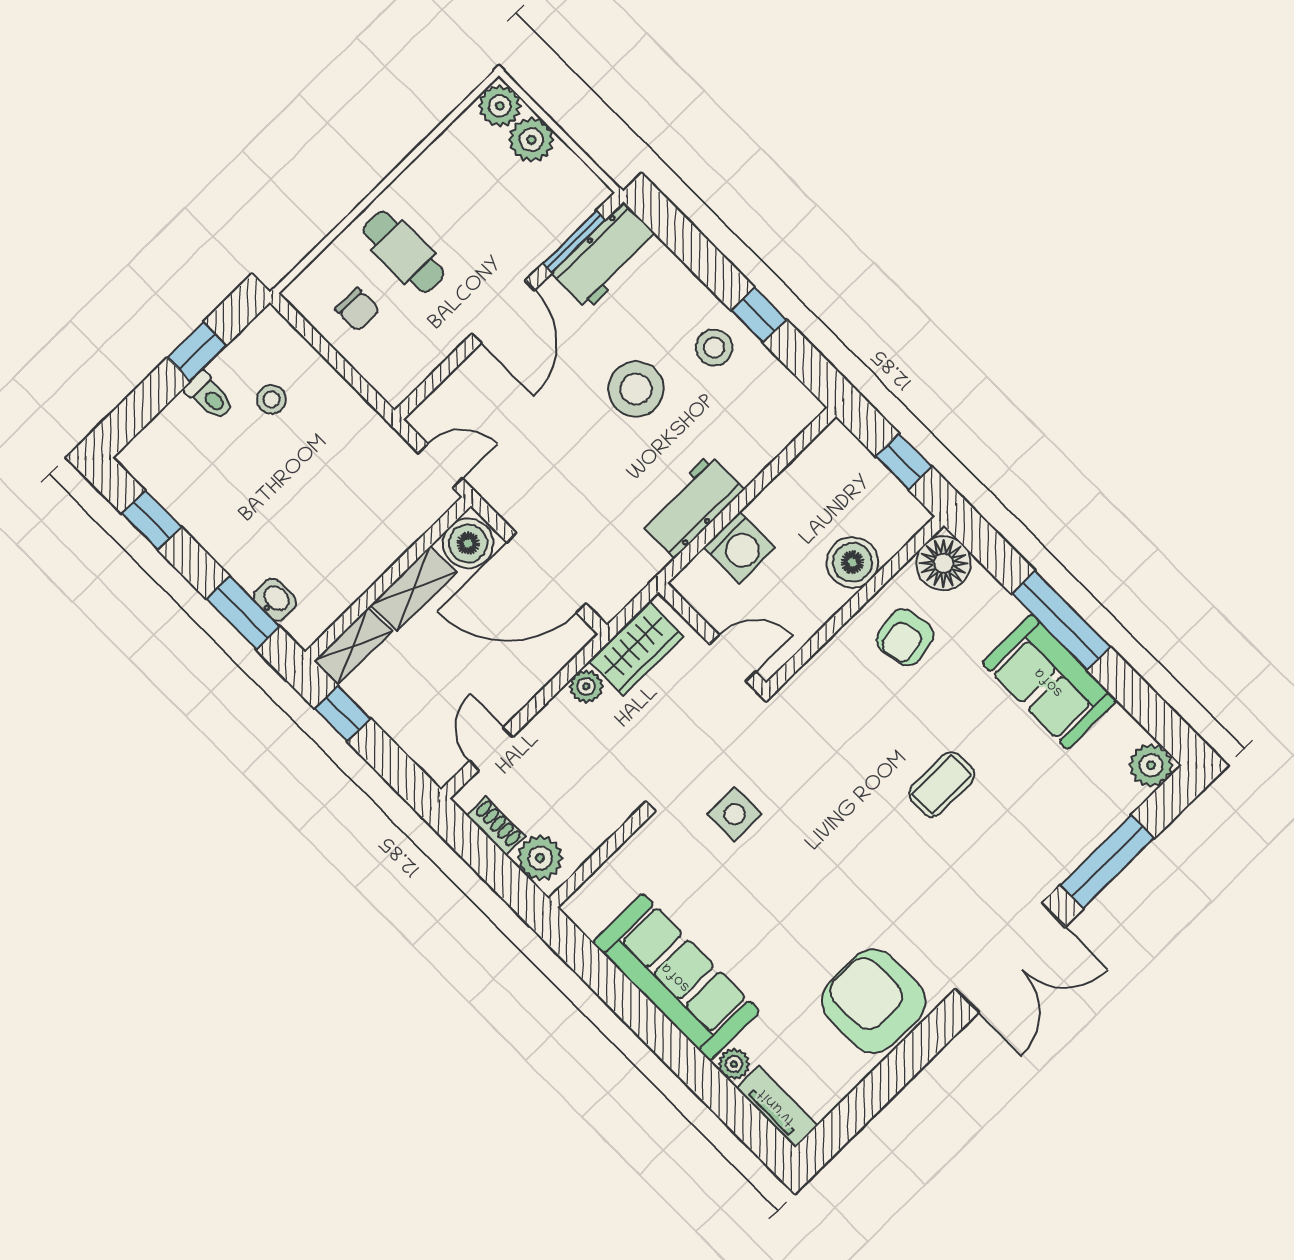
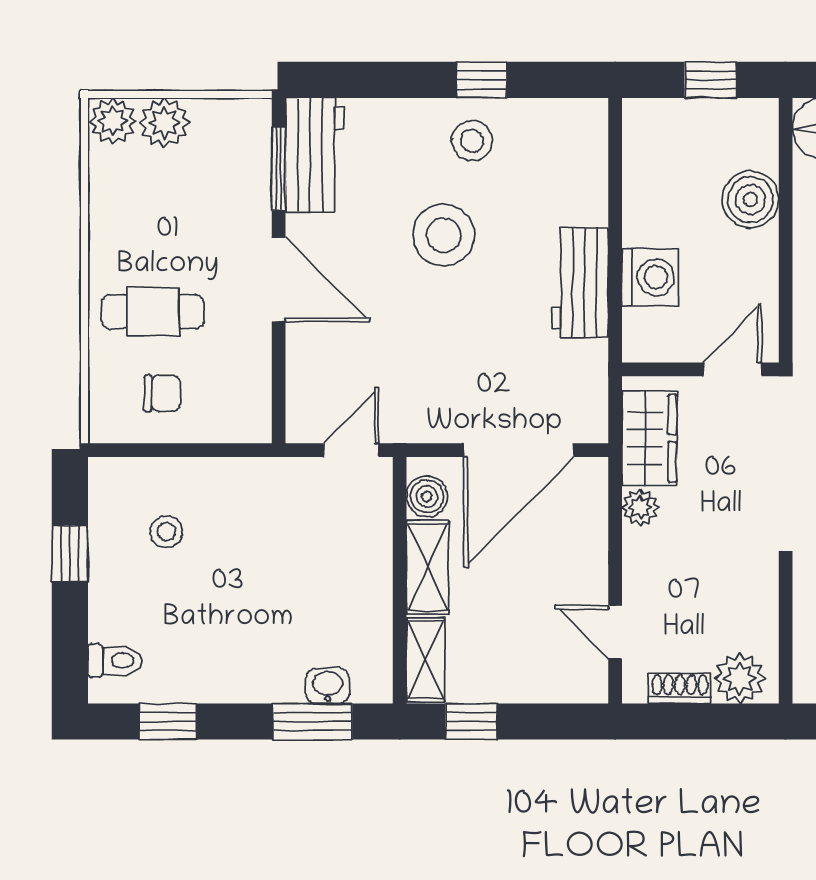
toilet: (209, 396) -> (115, 661), moved
boiler: (468, 543) -> (427, 496), width x0.73, depth x0.73

